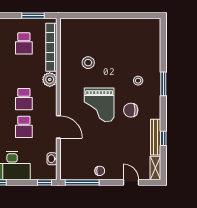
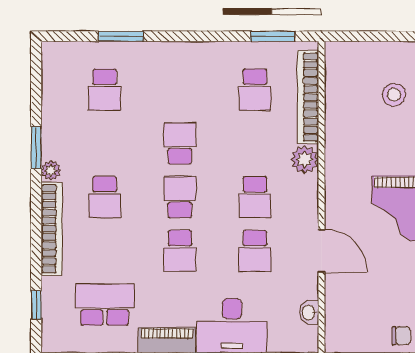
stool: (88, 63) -> (394, 95), moved

